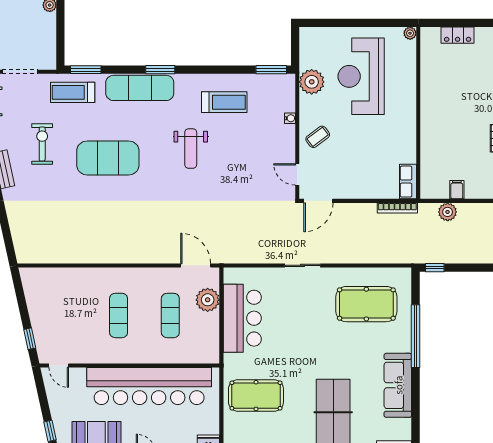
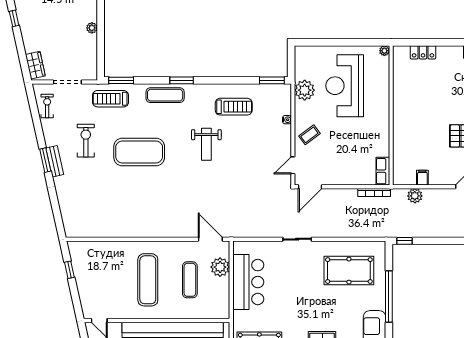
exercise mat: (140, 88) -> (165, 95), width x0.73, depth x0.69
door: (297, 174) -> (293, 165), hinge flipped
exercise mat: (119, 315) -> (148, 280), width x1.36, depth x1.45
window: (30, 339) -> (69, 270), moved

